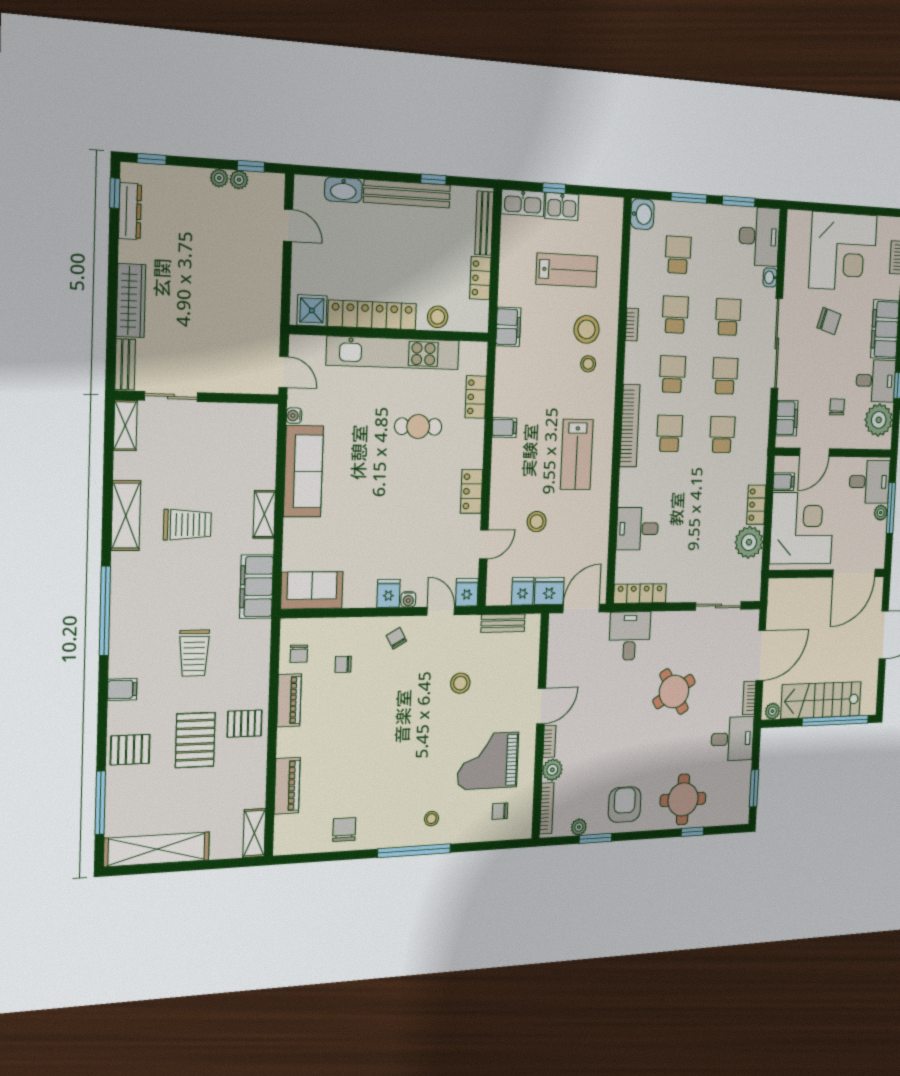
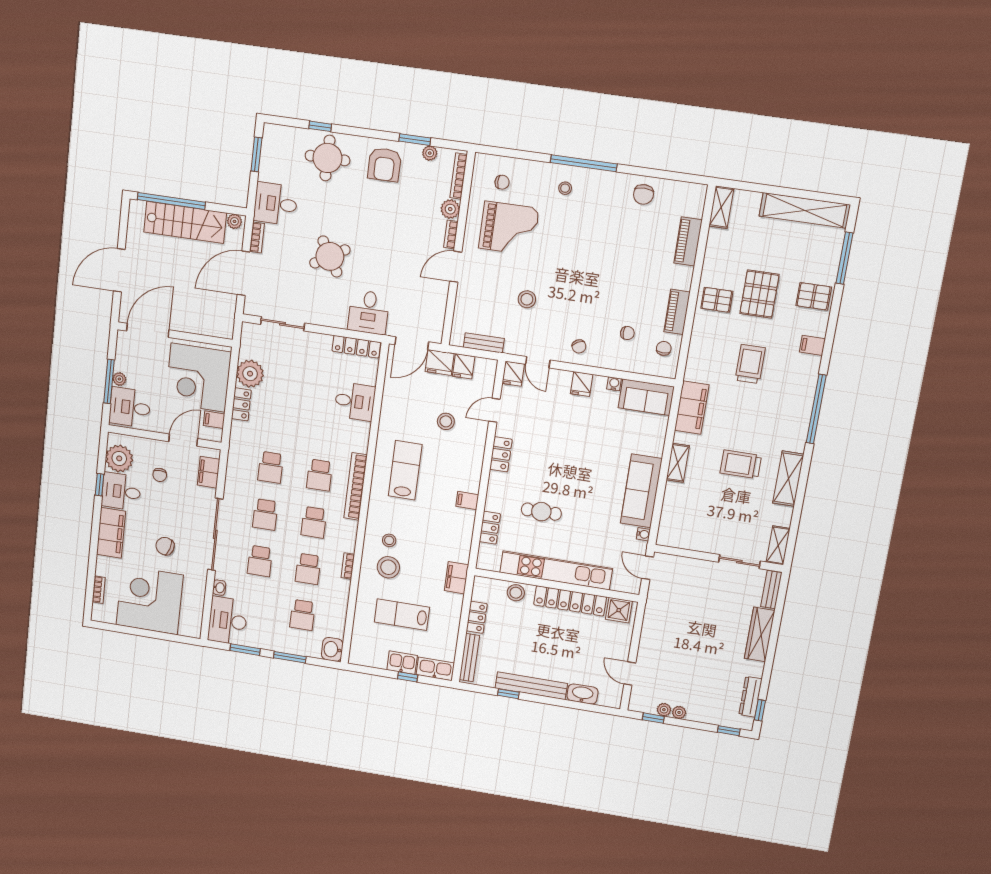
water cooler: (408, 599) -> (614, 384), moved

